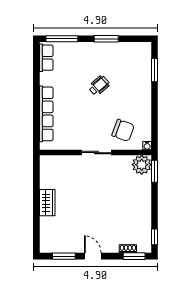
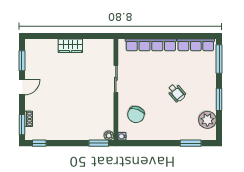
plant: (129, 52) -> (207, 120), added
row of seats: (46, 58) -> (196, 45), width x1.48
sliding door: (96, 153) -> (116, 79), moved
plant: (142, 165) -> (109, 136), width x0.53, depth x0.53

